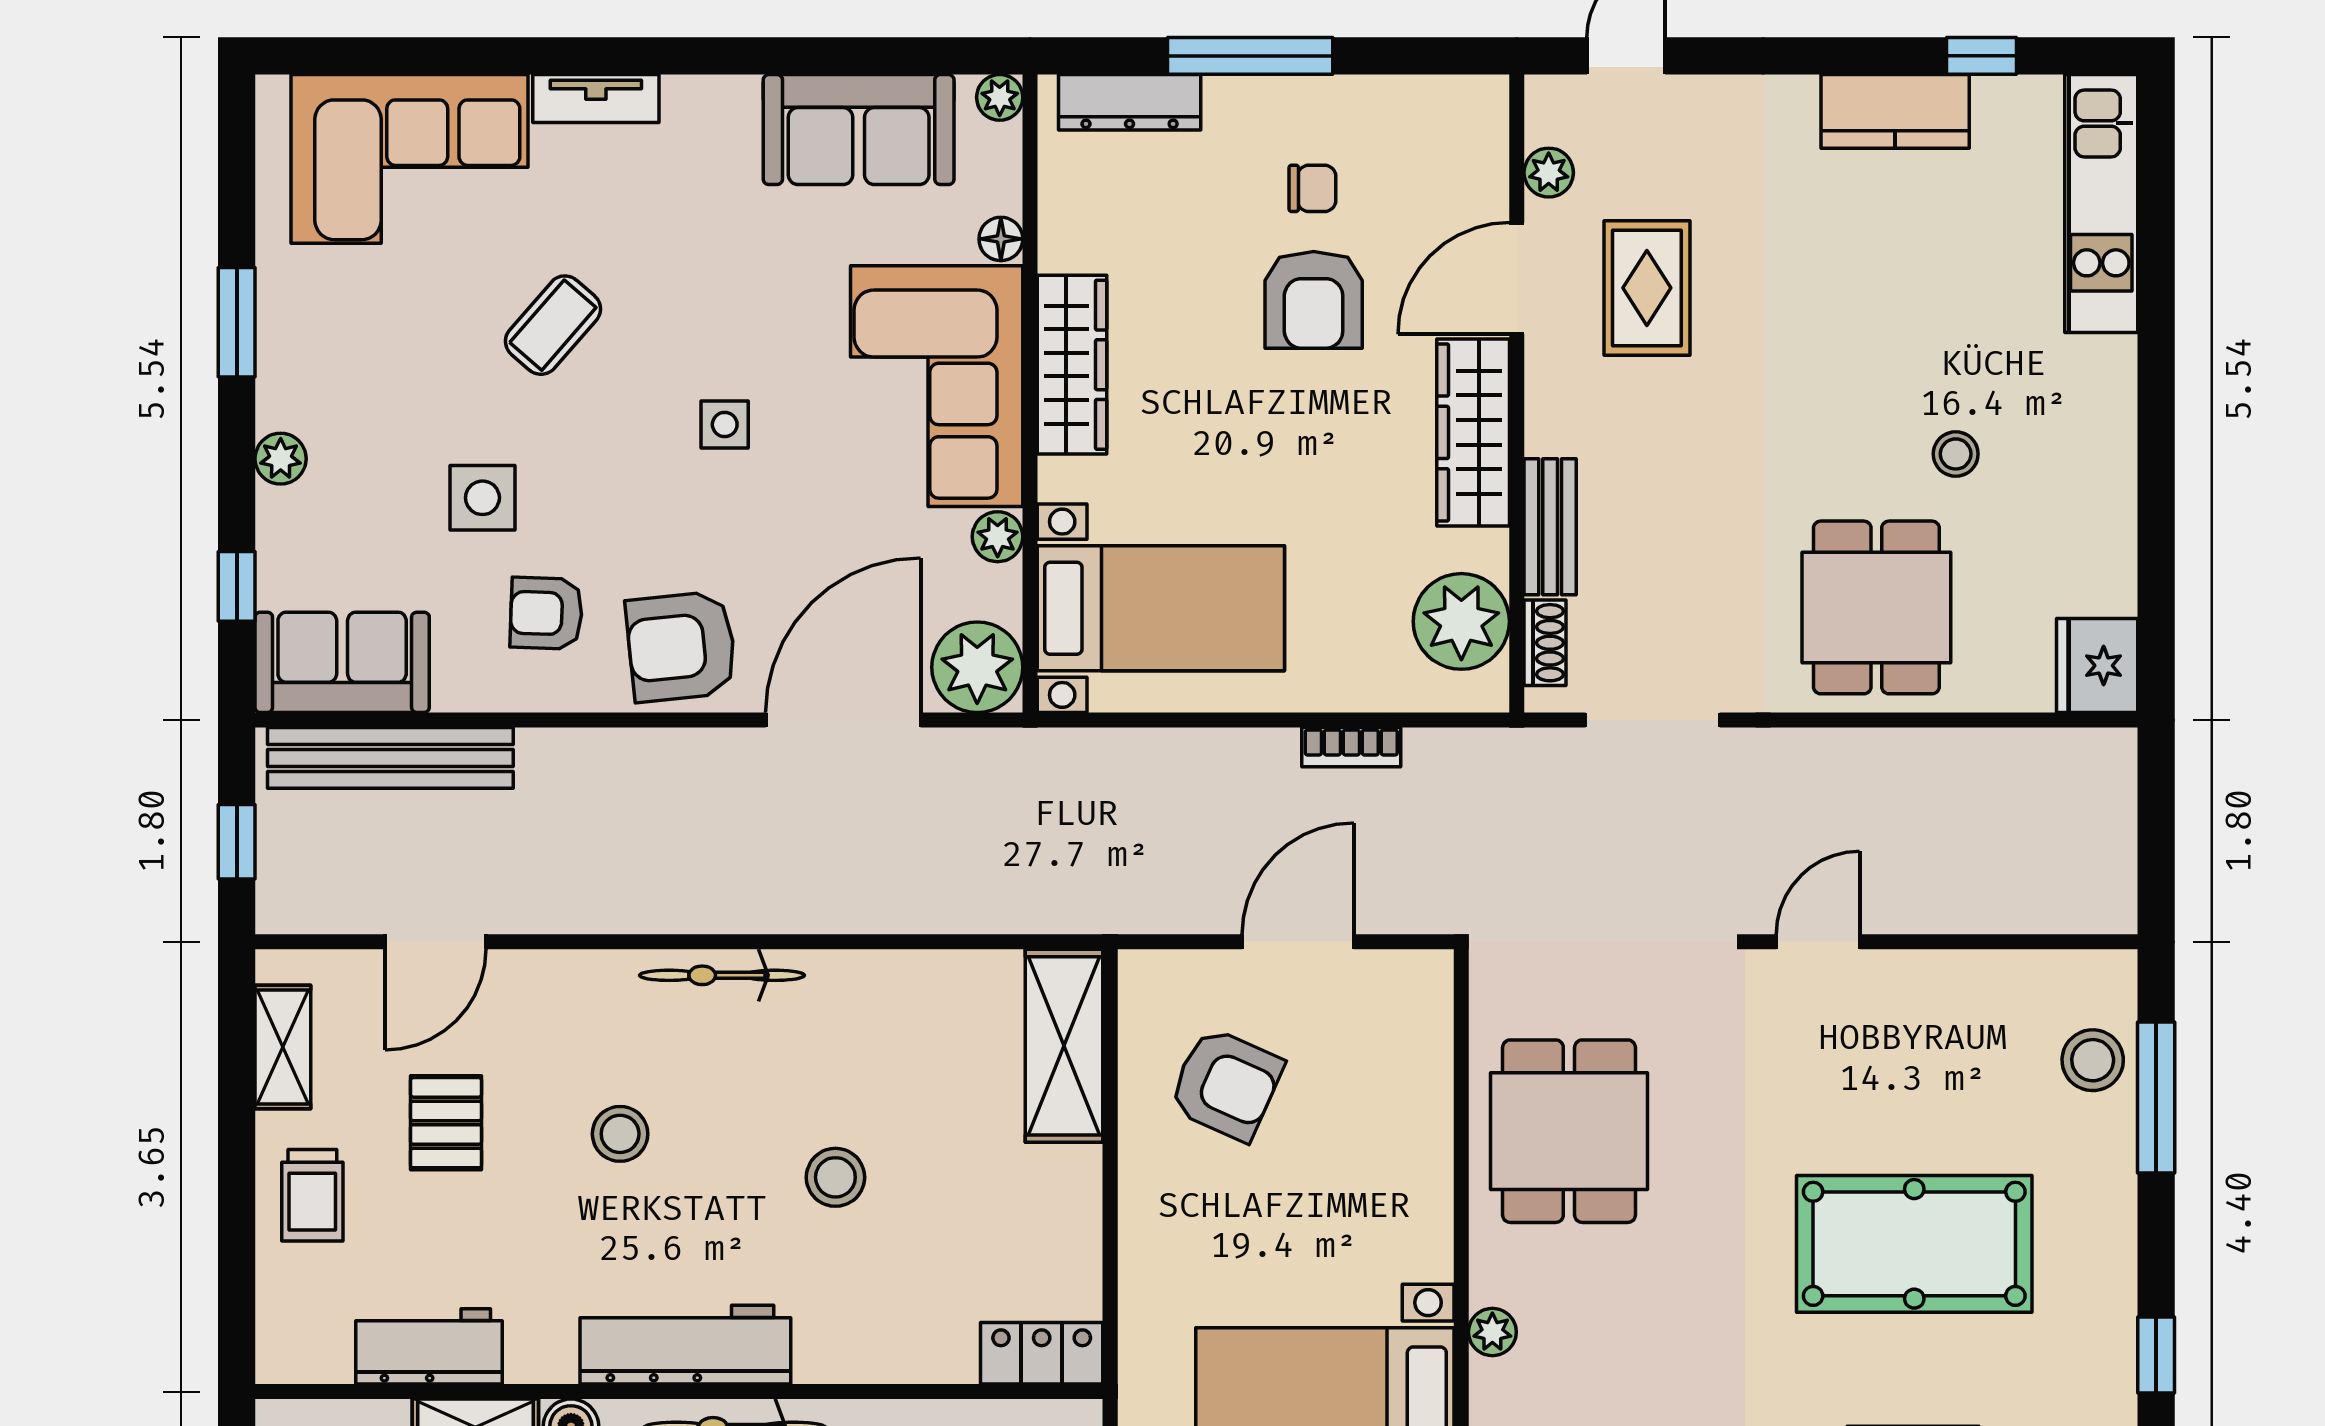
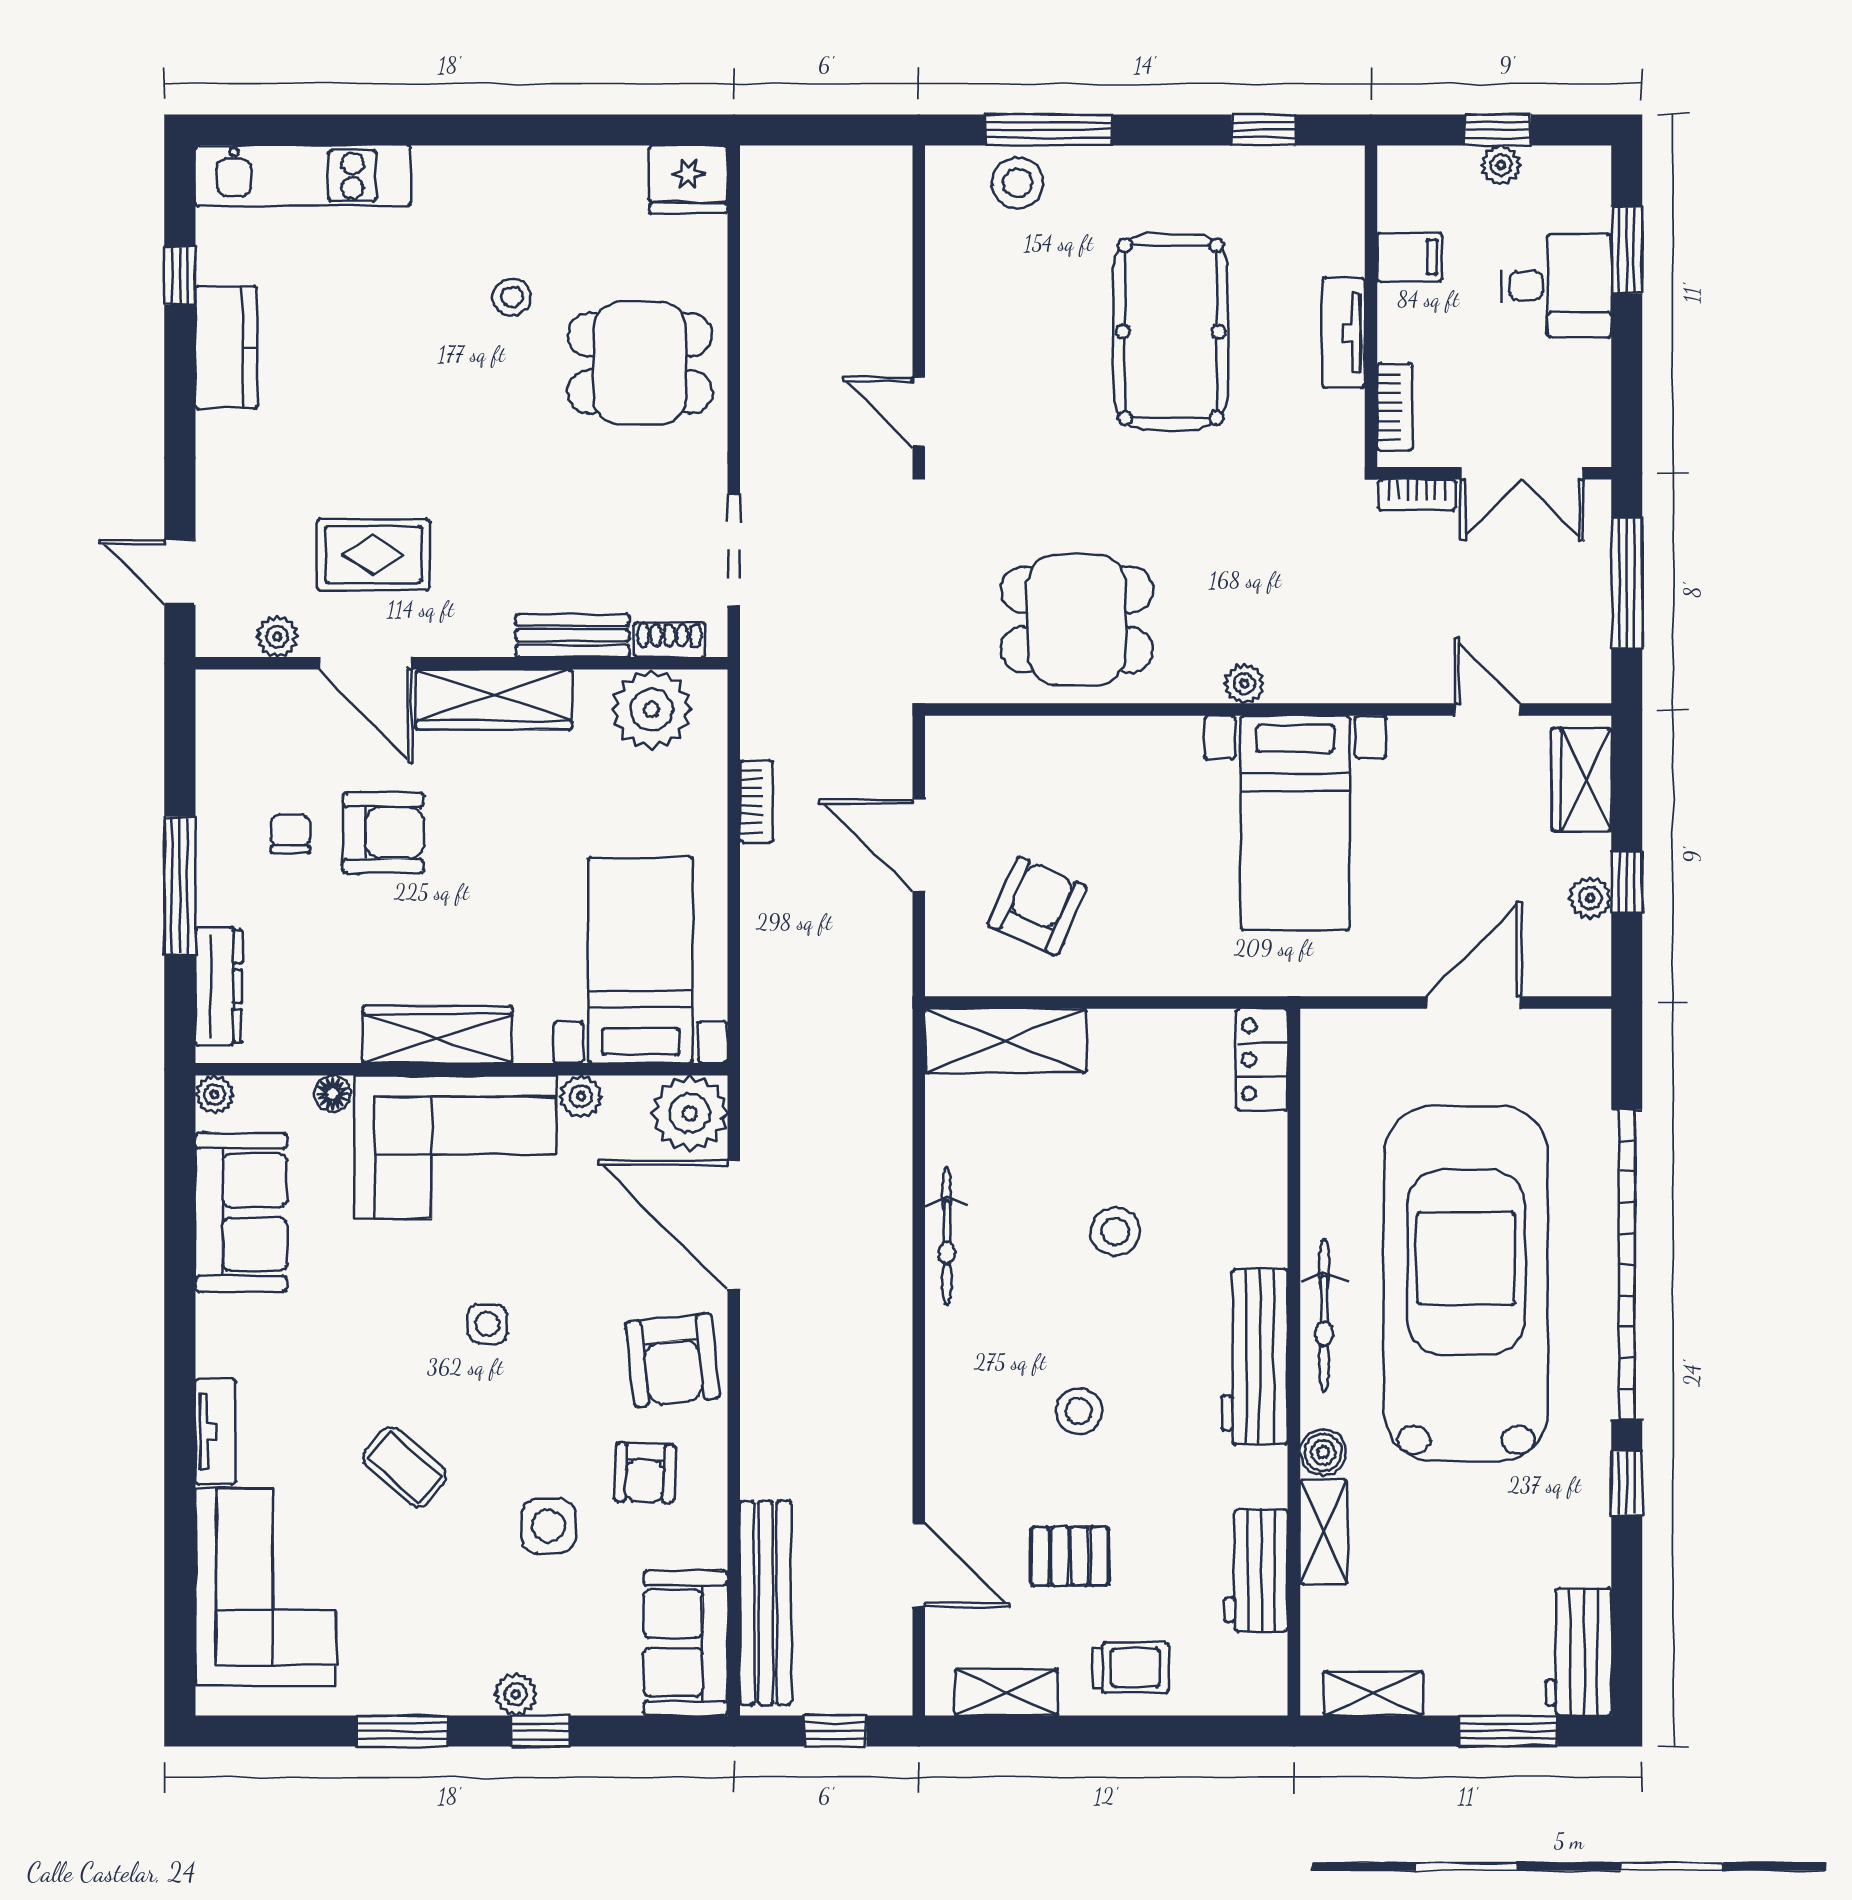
window: (237, 586) -> (541, 1731), moved
bicycle: (722, 975) -> (947, 1236), moved

